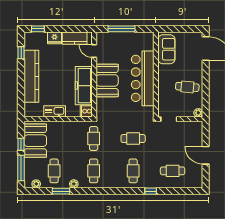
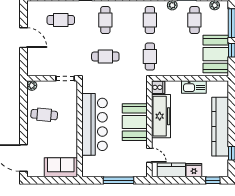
sofa: (166, 49) -> (61, 167), moved, turned 90

